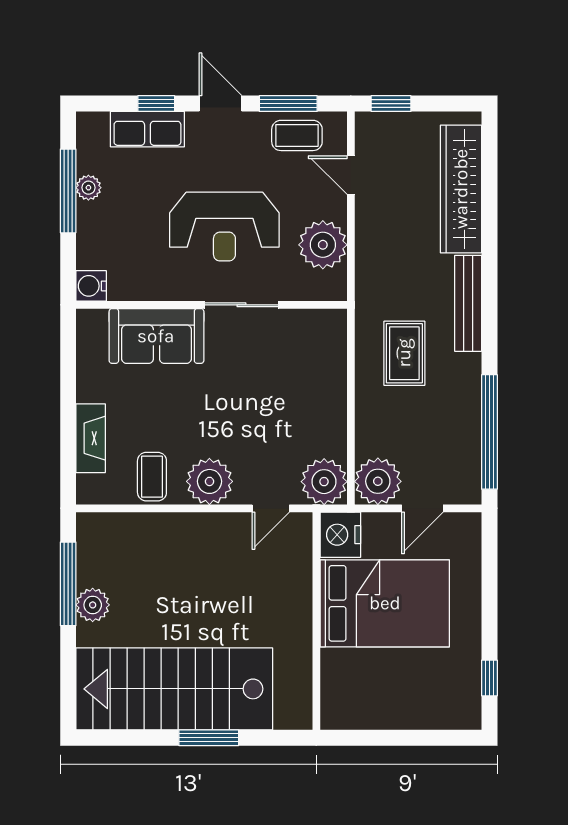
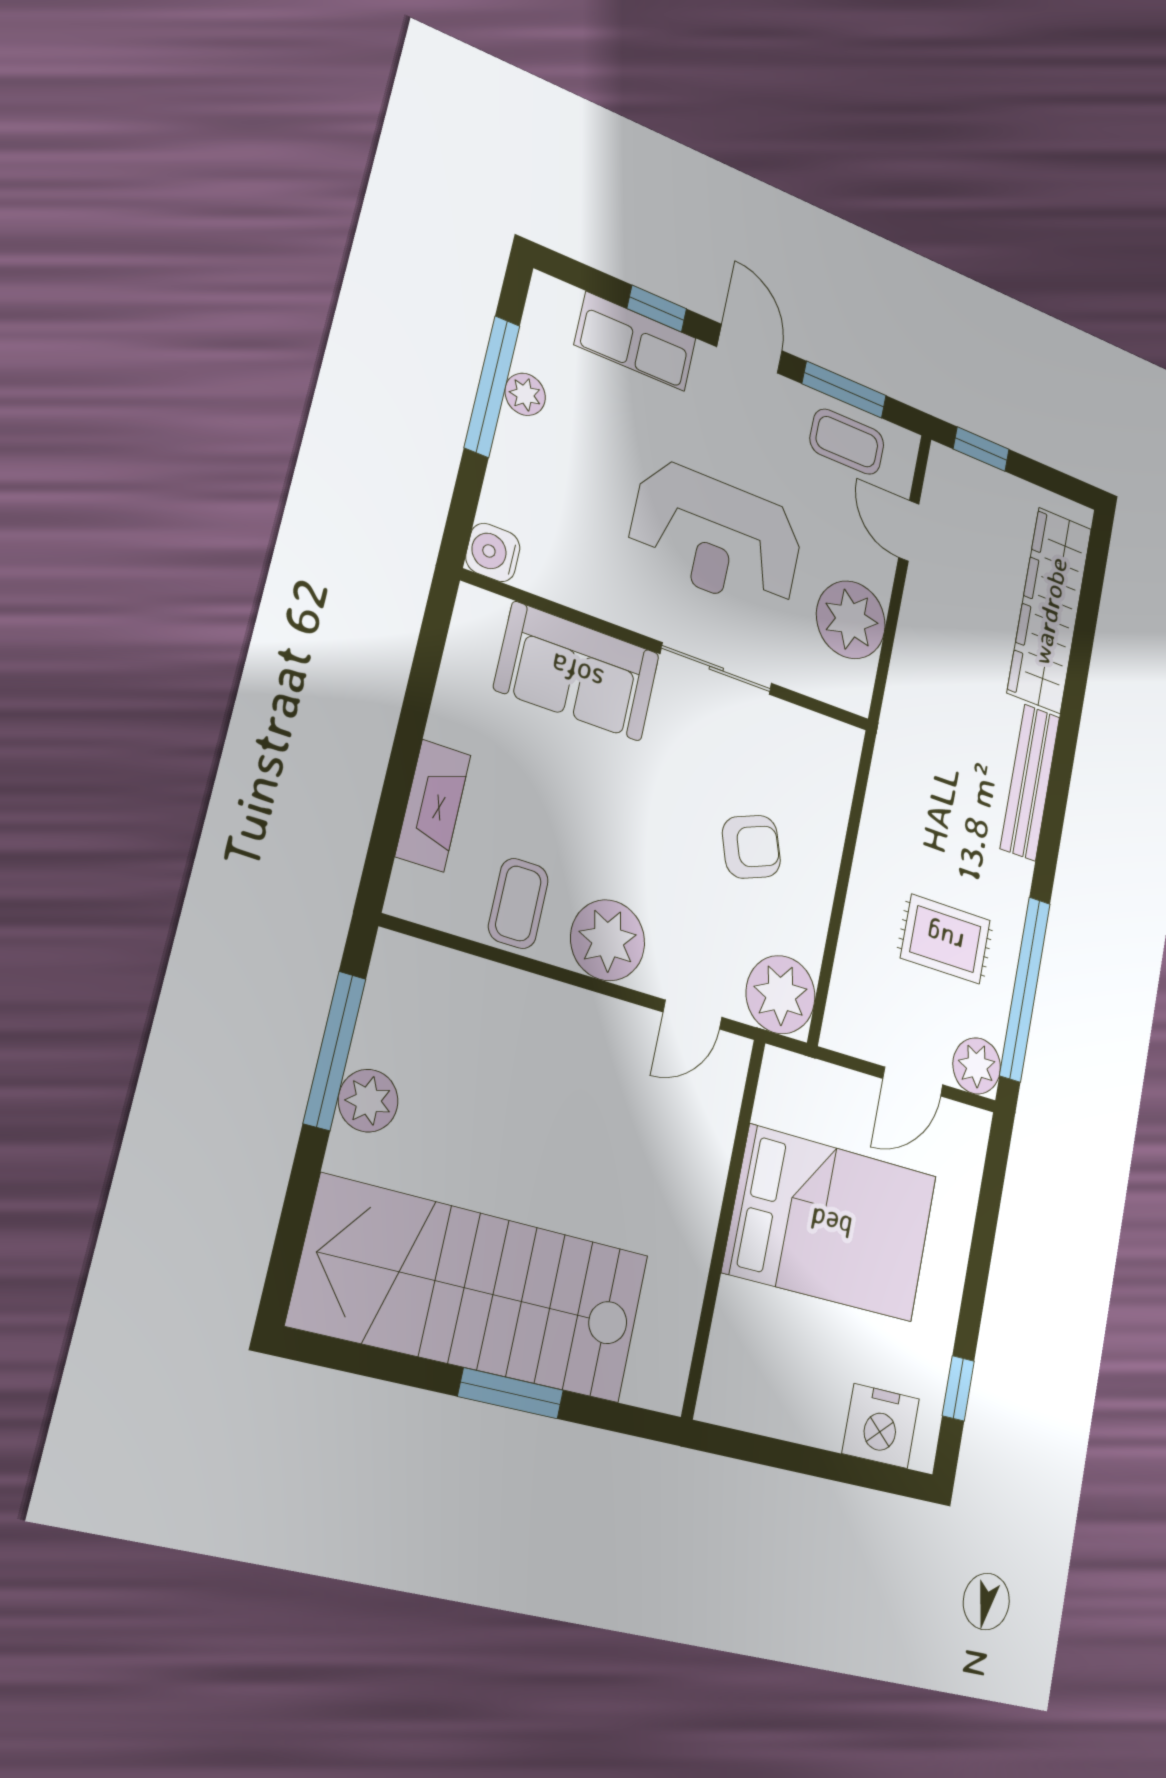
rug: (404, 353) -> (945, 939), moved, turned 90
armchair: (287, 402) -> (751, 847), added
plant: (378, 481) -> (977, 1066), moved, width x0.73, depth x0.73
nightstand: (340, 535) -> (881, 1426), moved, turned -90

